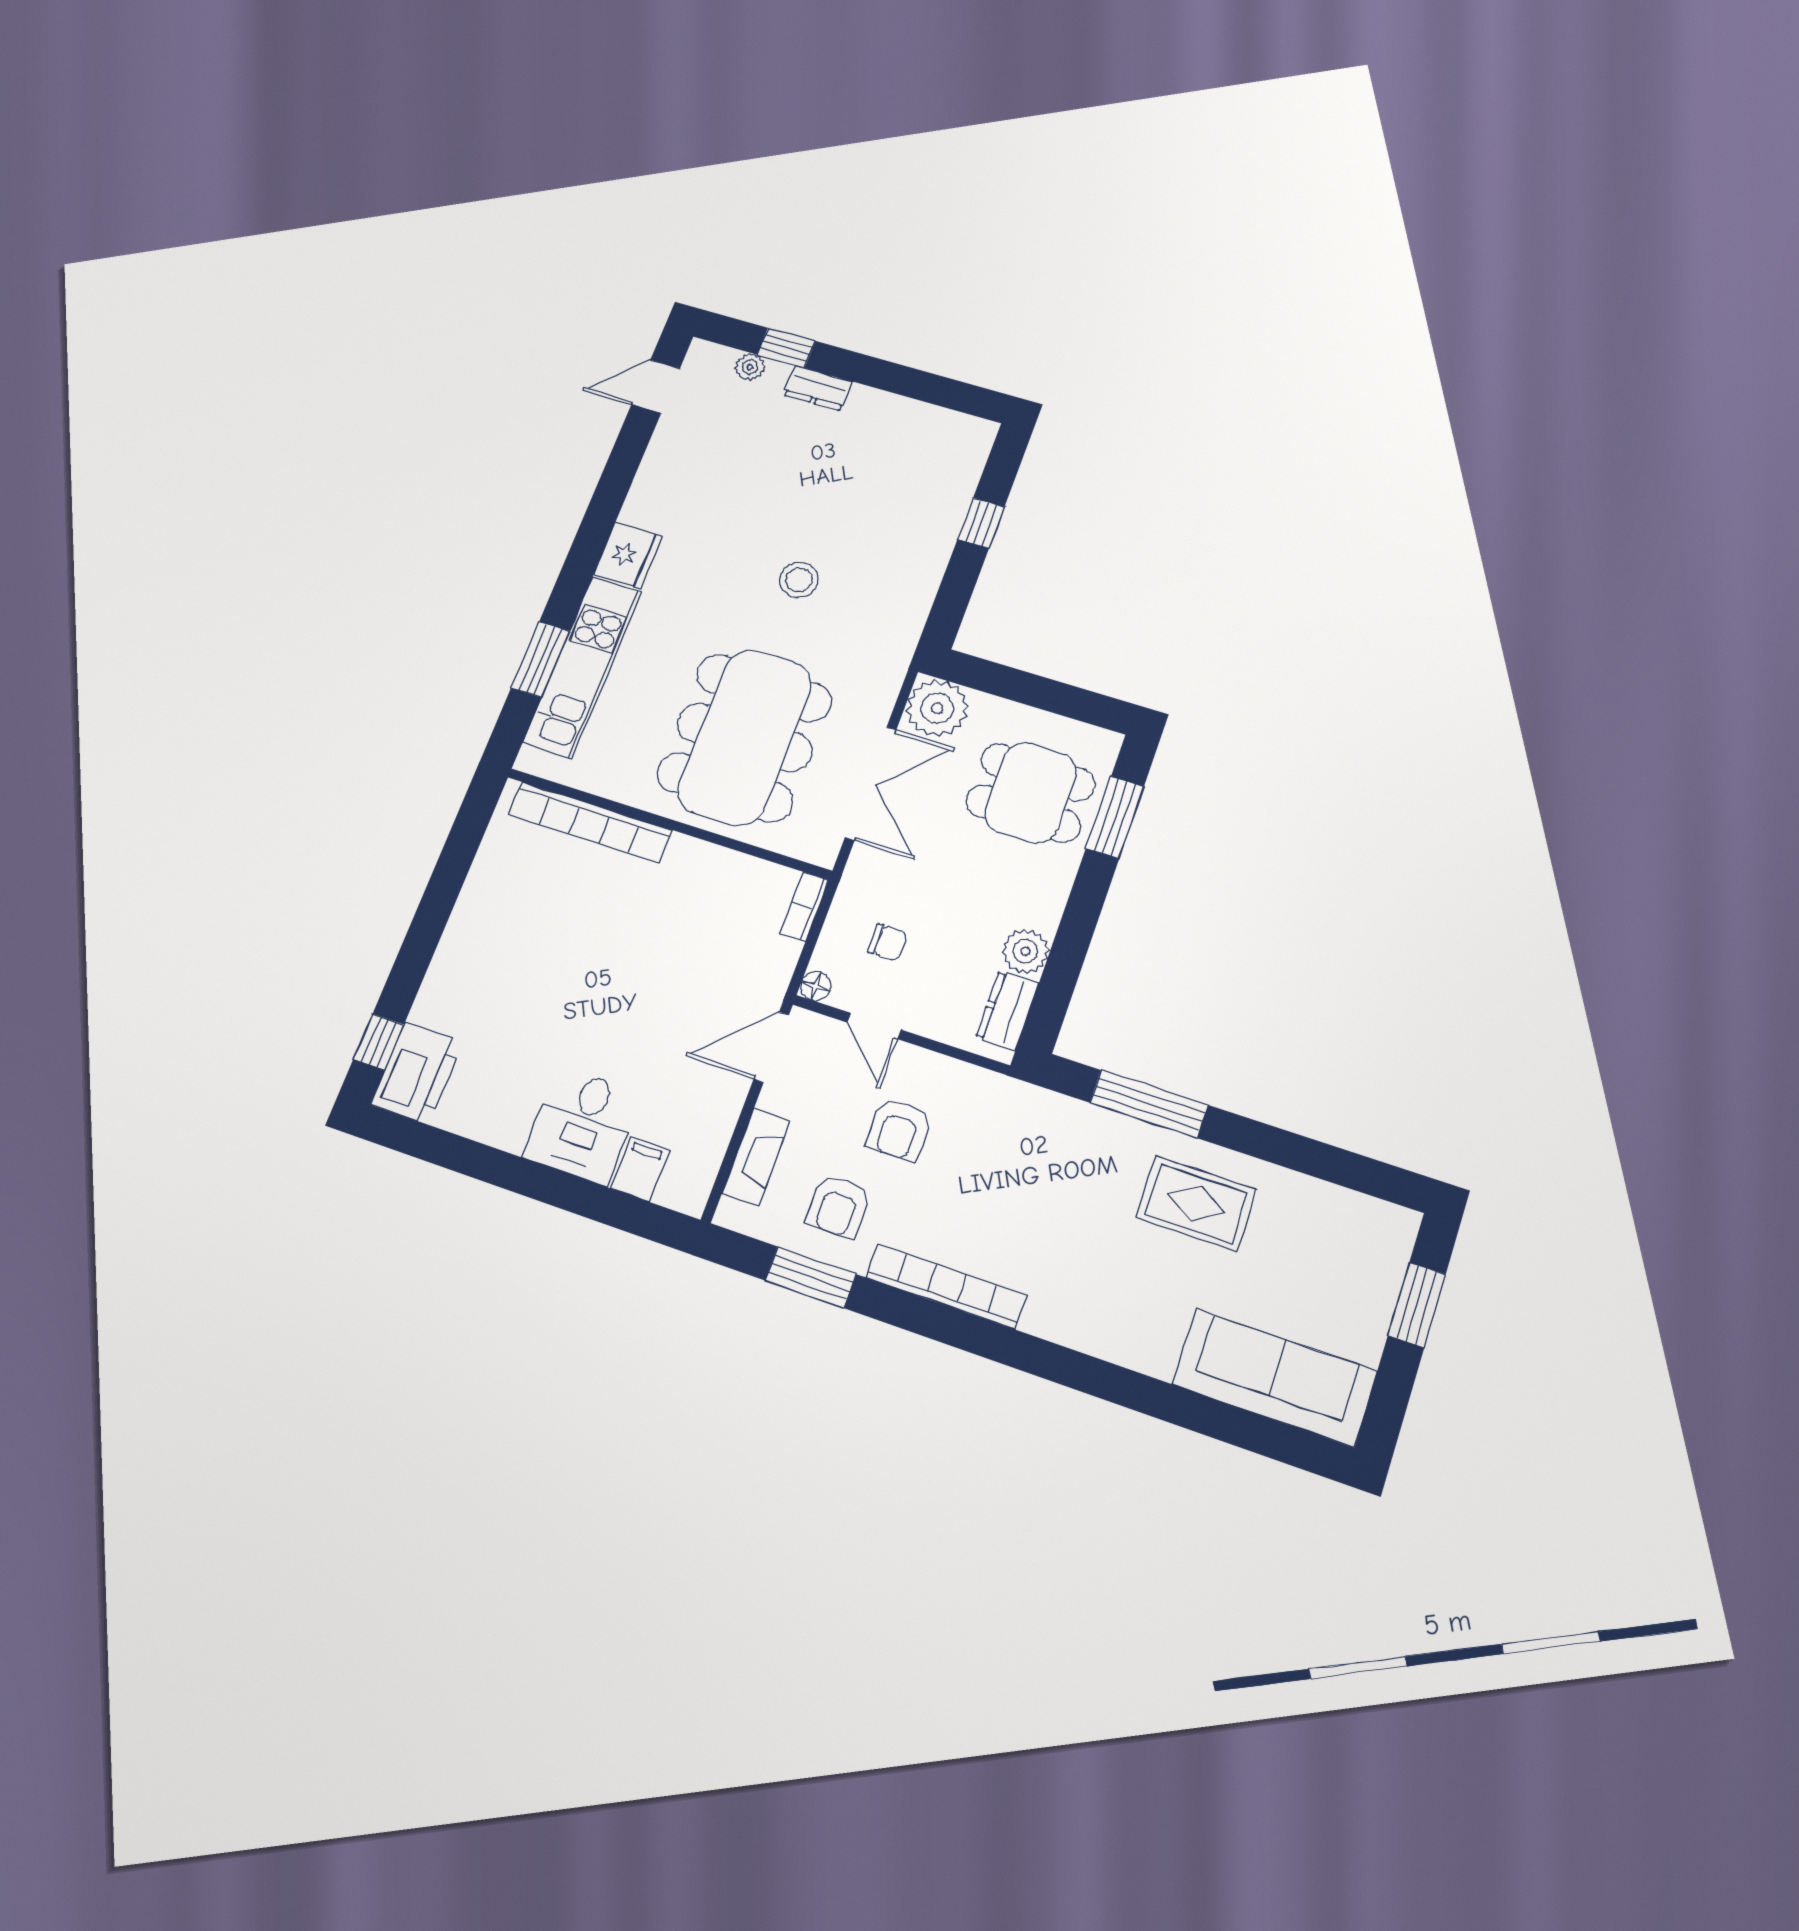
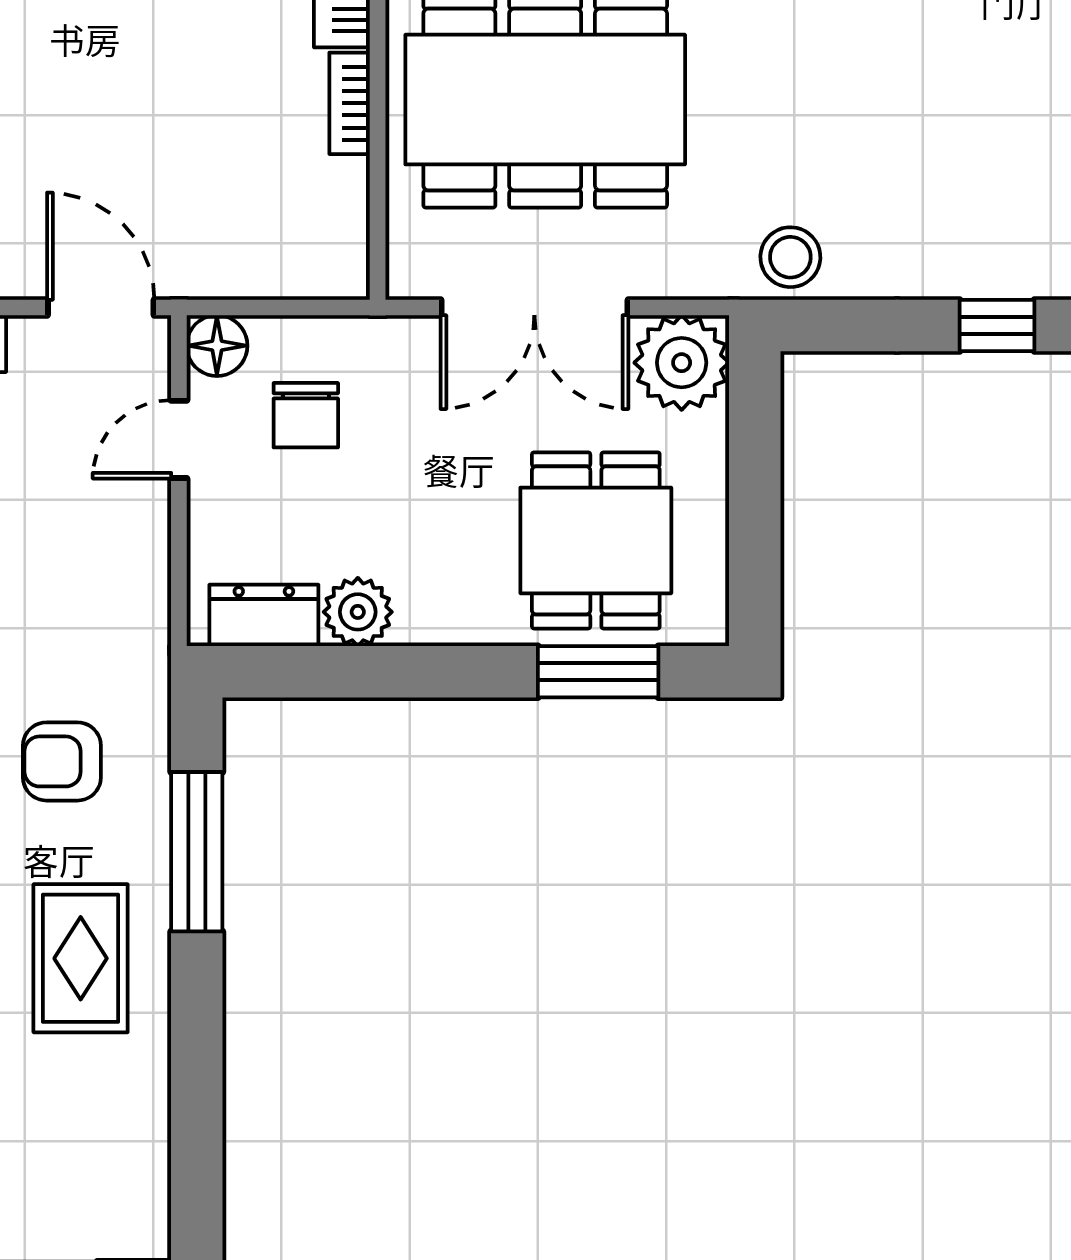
stool: (799, 580) -> (790, 257), moved
bookcase: (804, 907) -> (350, 103), moved, turned -90
chair: (887, 942) -> (306, 415), width x1.37, depth x1.37
floor lamp: (816, 986) -> (217, 346), width x1.37, depth x1.37
armchair: (899, 1129) -> (62, 761), moved

